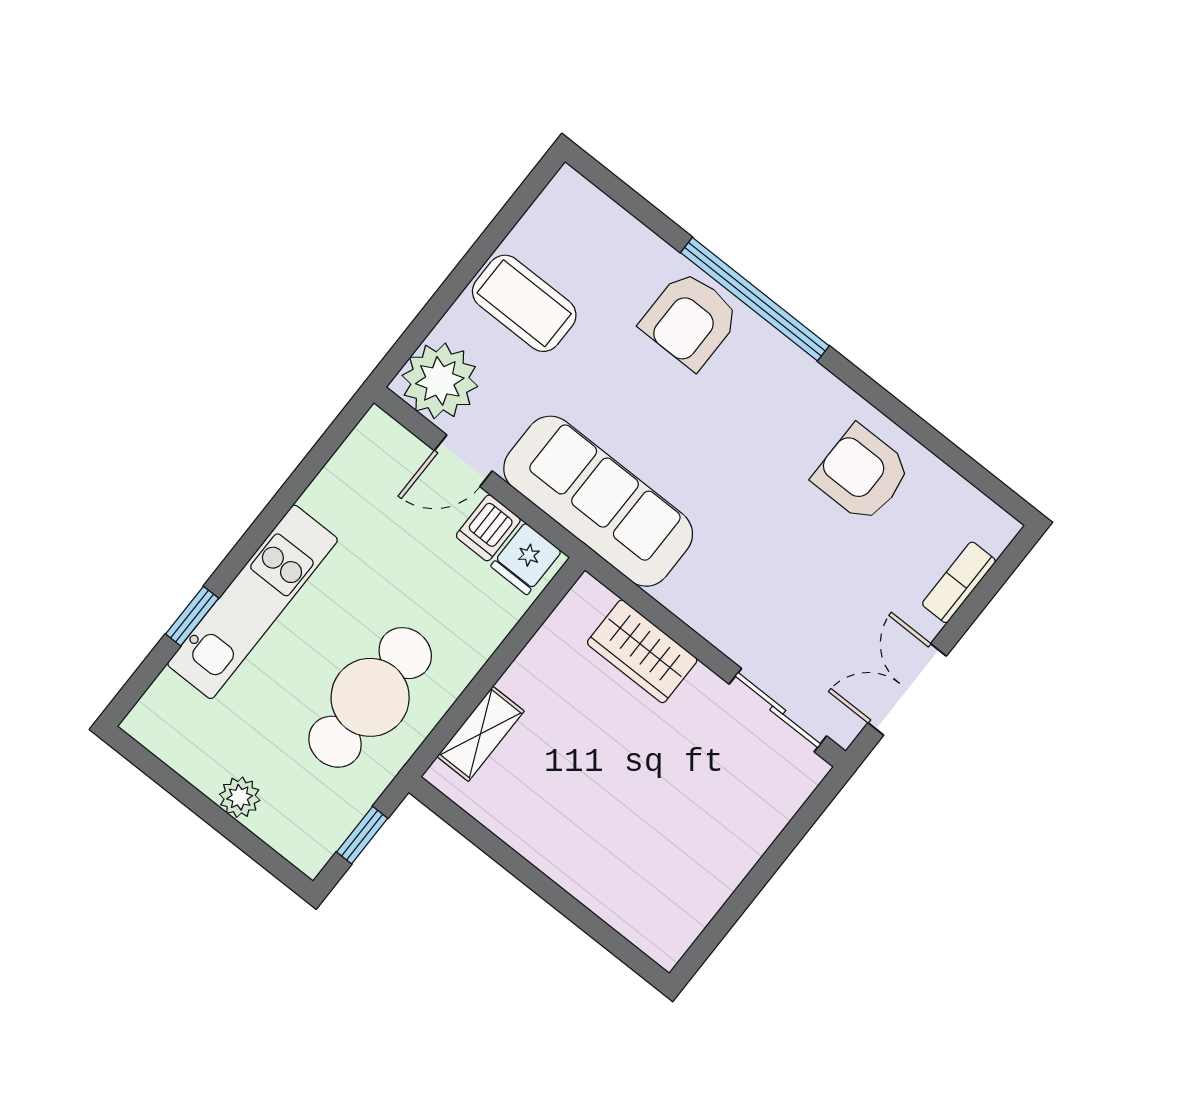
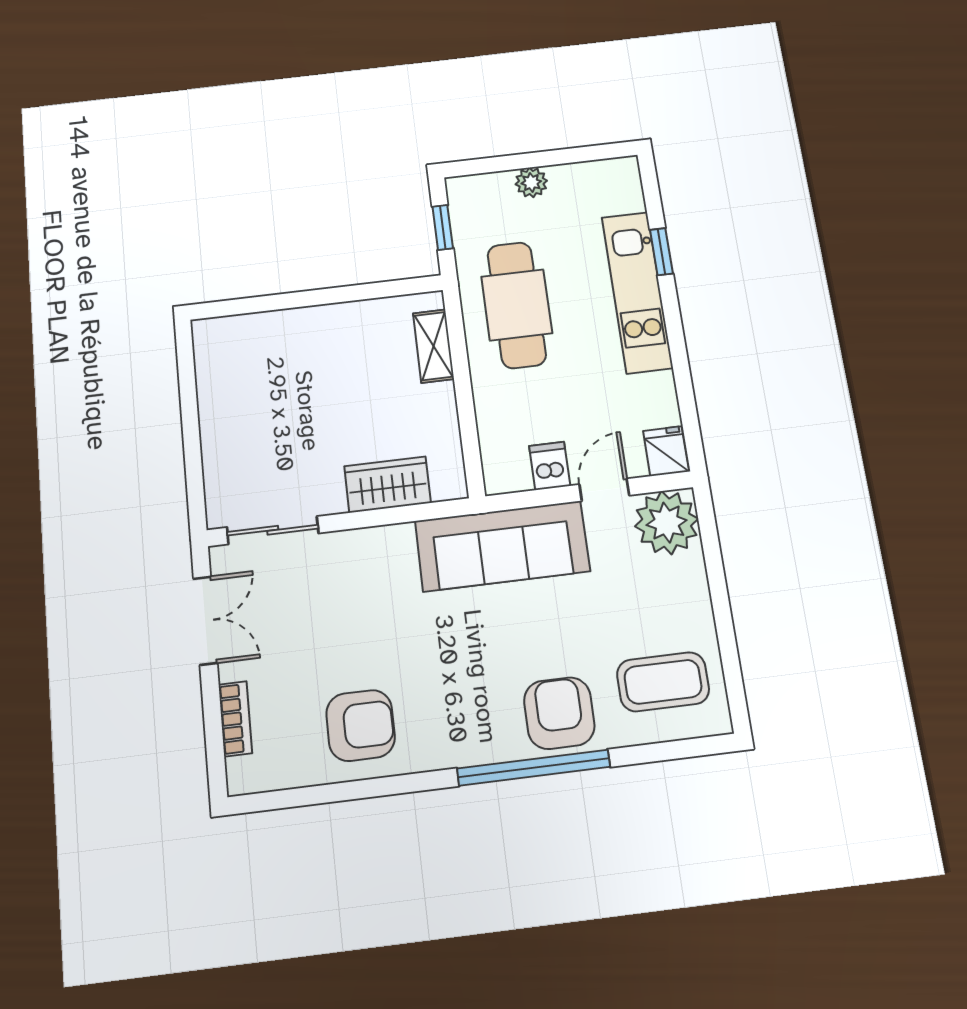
coffee table: (524, 303) -> (663, 682), moved
fridge: (526, 559) -> (666, 451), moved

